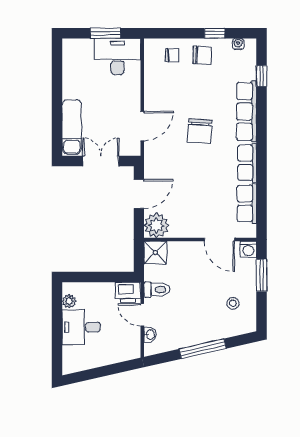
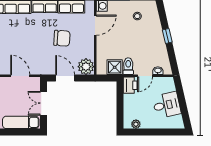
chair: (200, 131) -> (62, 38), moved
shower: (155, 253) -> (115, 67), moved
desk: (81, 327) -> (167, 105), moved, turned -103
window: (203, 349) -> (167, 36), width x0.46

